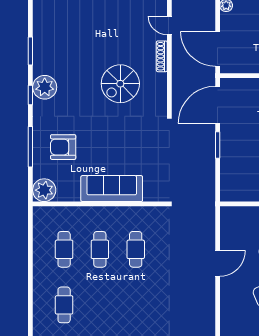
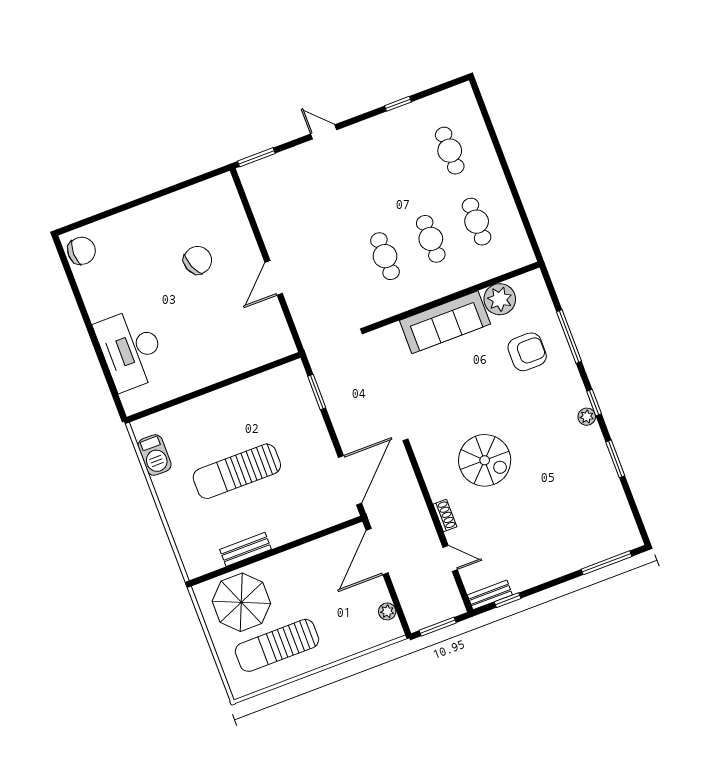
door: (218, 49) -> (377, 552), swing flipped
shoe rack: (162, 56) -> (445, 515), width x0.70
spiral stairs: (120, 84) -> (485, 460), turned 90
plant: (45, 87) -> (587, 417), width x0.53, depth x0.53
window: (218, 145) -> (317, 392), moved
plant: (44, 190) -> (500, 299), moved

